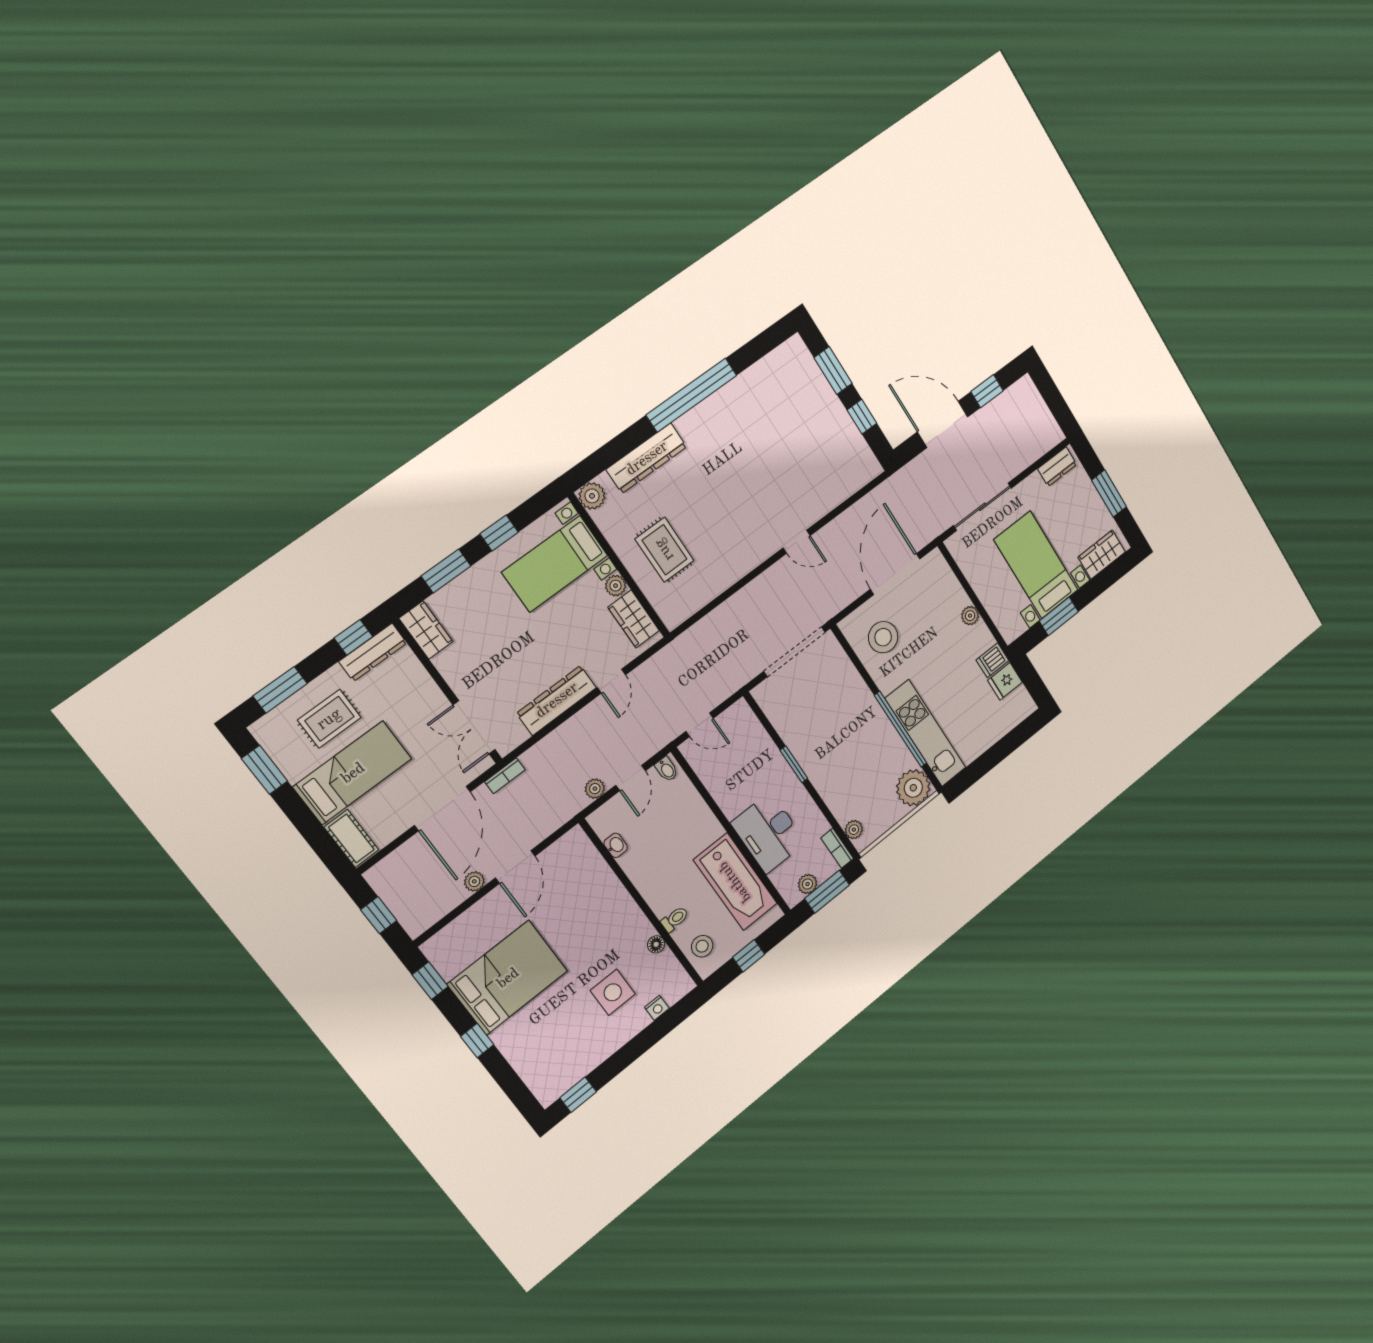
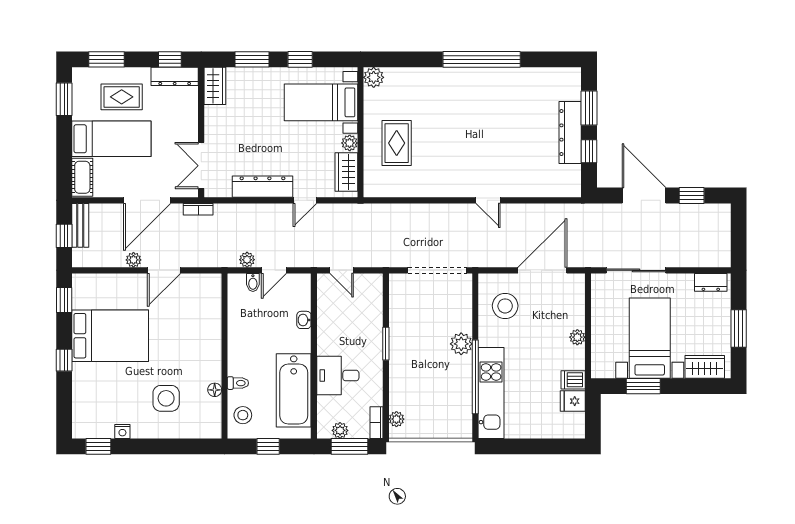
dresser: (647, 458) -> (570, 133), moved, turned 90
bidet: (667, 769) -> (253, 282), moved
plant: (913, 788) -> (461, 344), moved, width x0.73, depth x0.73
desk: (769, 833) -> (338, 376), width x0.73
washbasin: (616, 845) -> (304, 320), moved, turned 180
bench: (388, 891) -> (80, 225), added
nightstand: (657, 1008) -> (122, 432), moved

